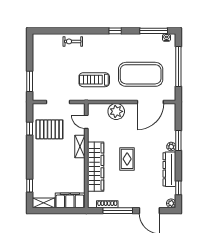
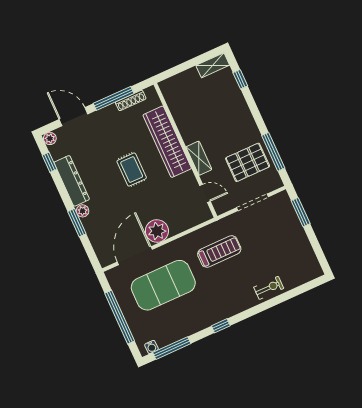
plant: (116, 111) -> (157, 231), moved
window: (30, 129) -> (273, 152), width x2.17
filing cabinet: (70, 200) -> (181, 84), removed

